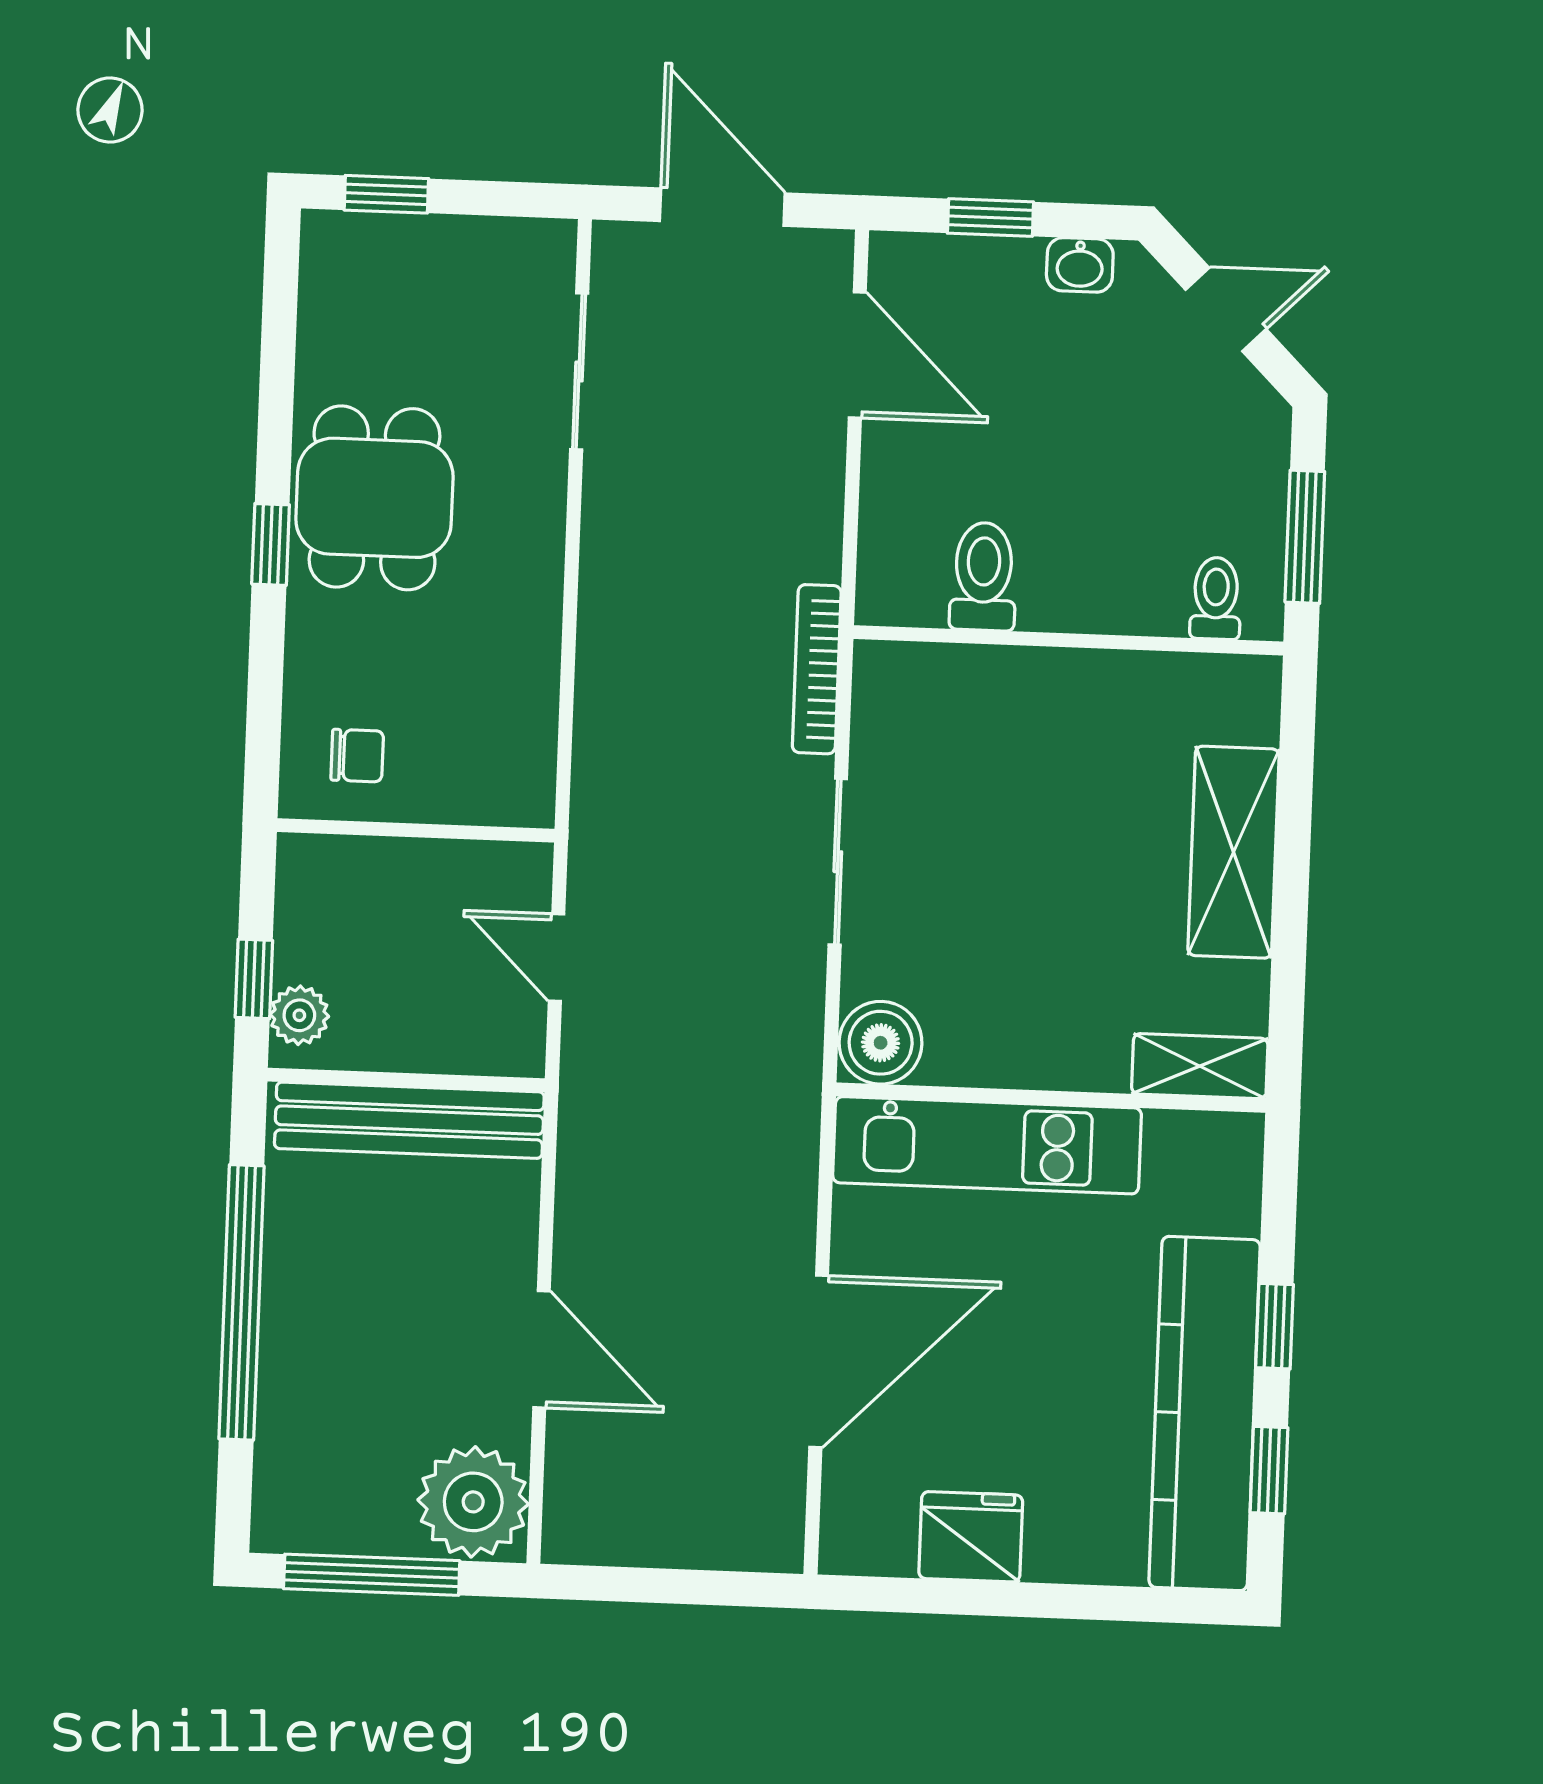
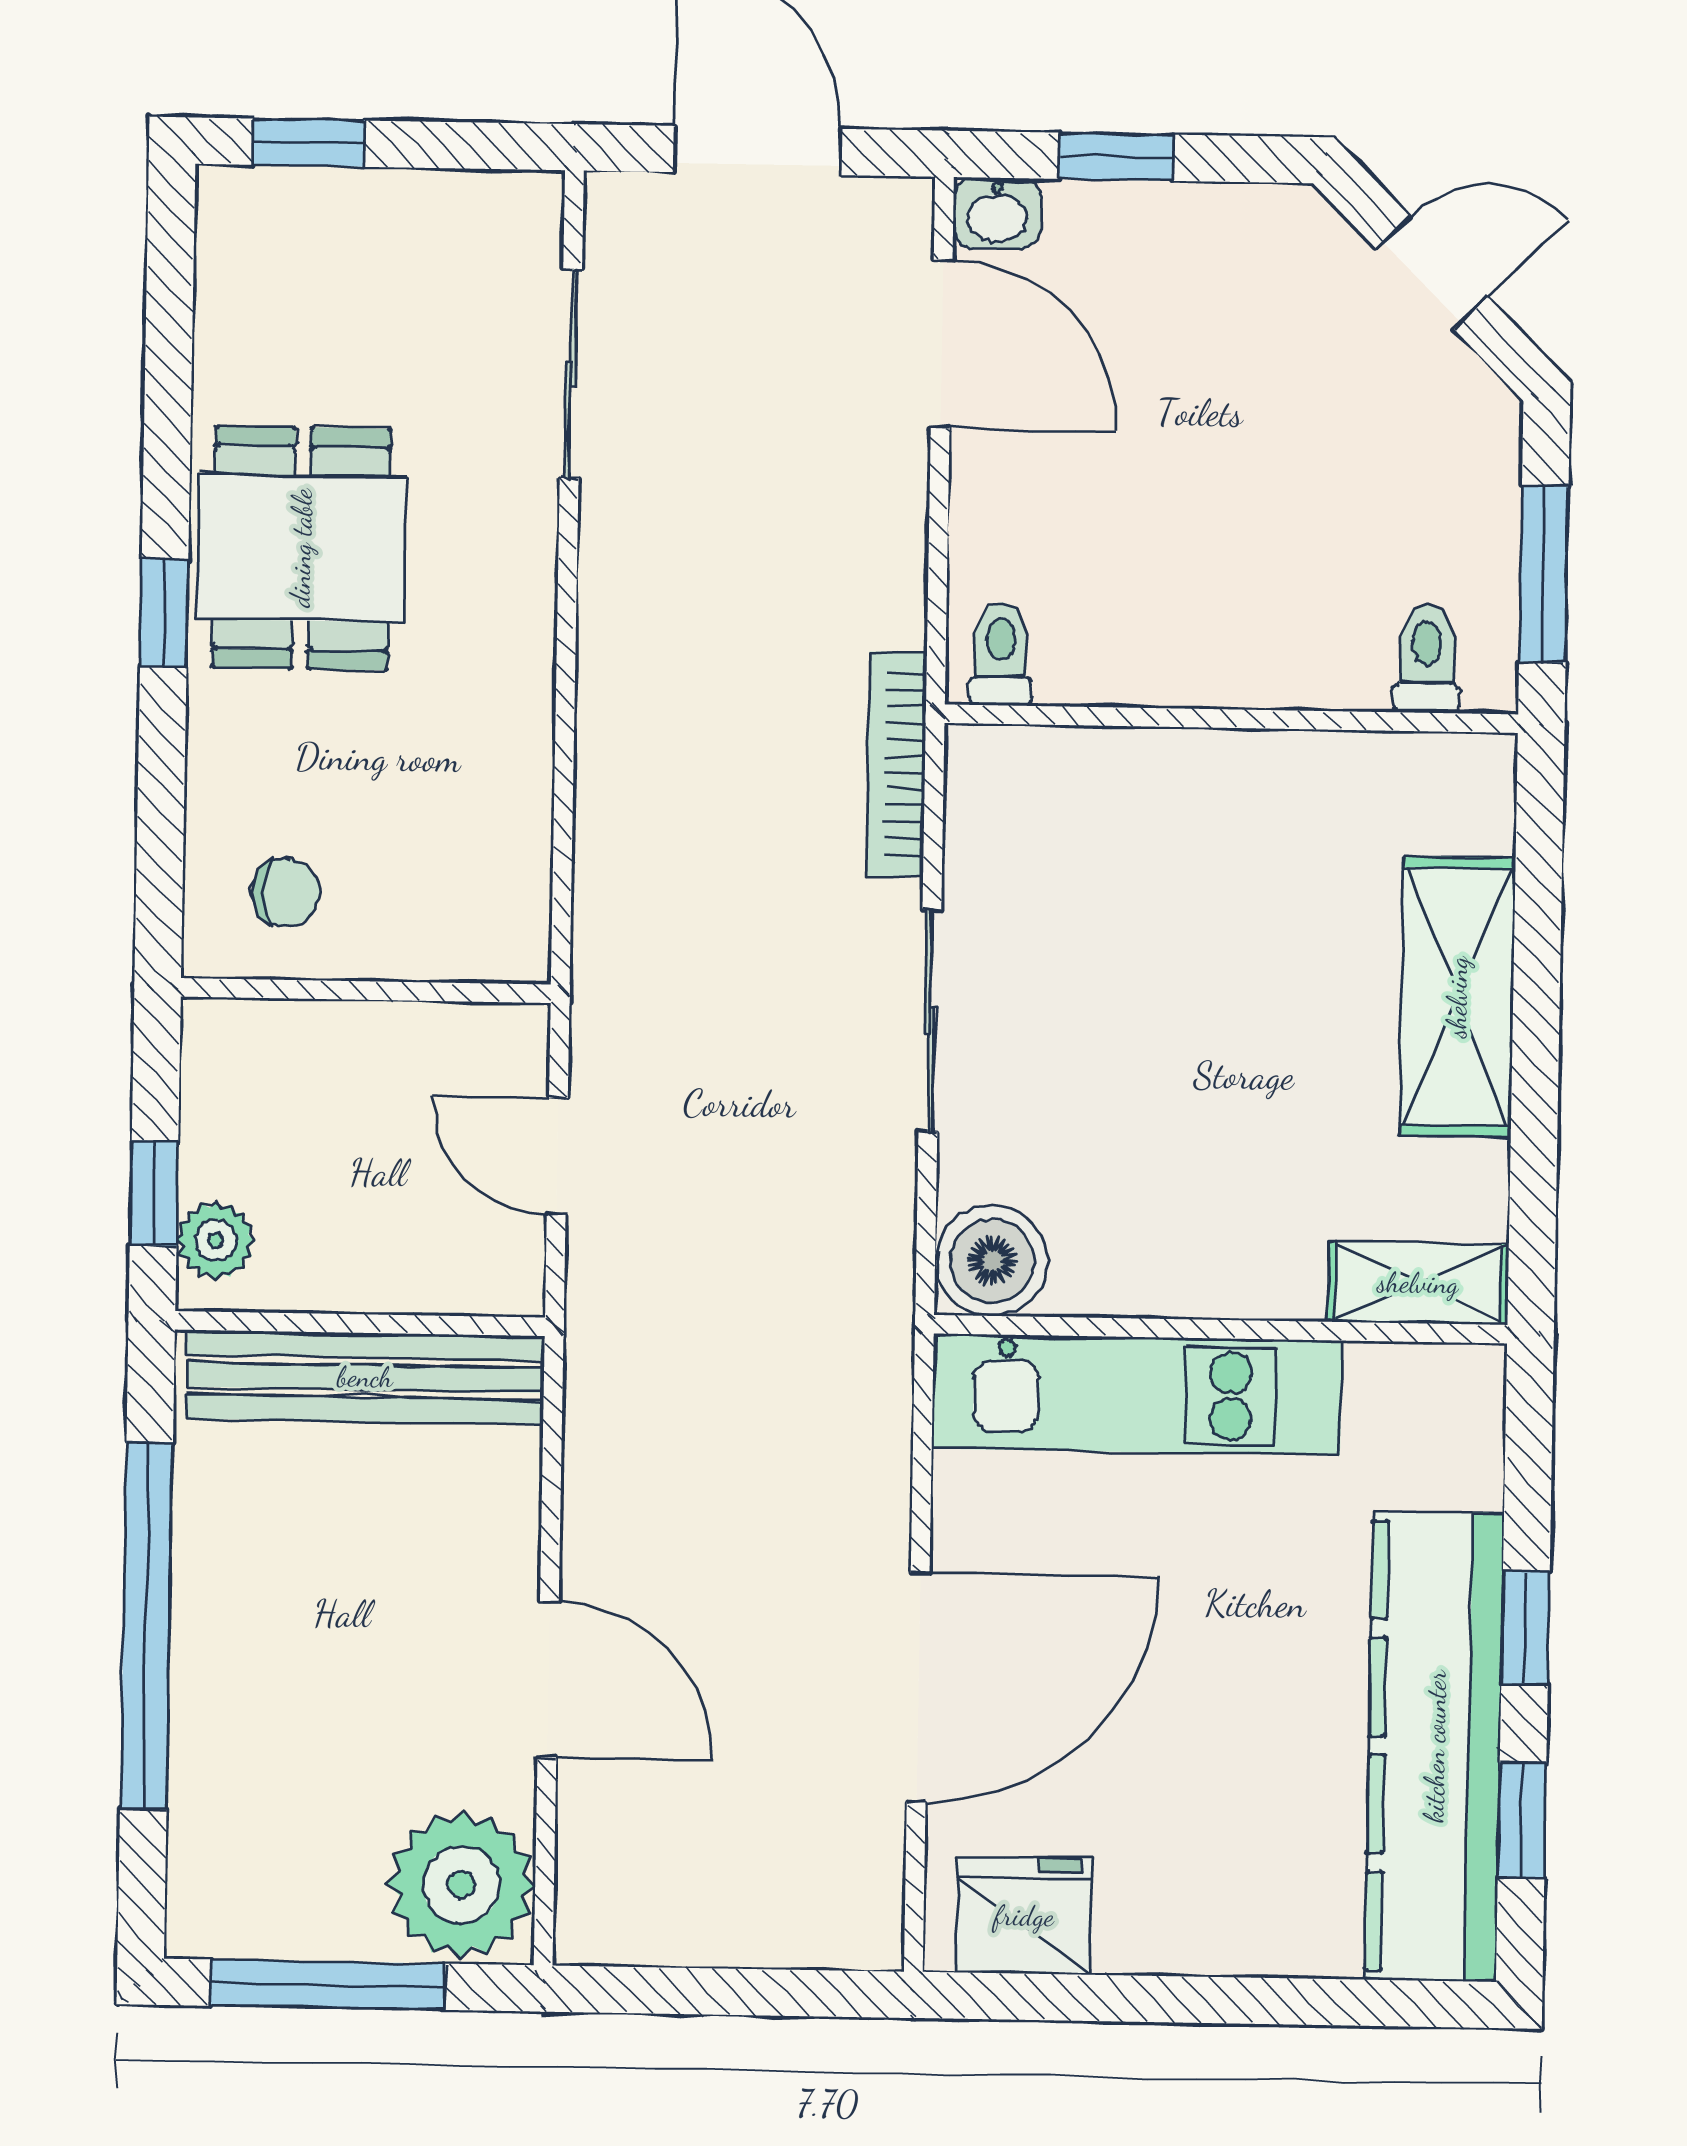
washbasin: (1080, 265) -> (997, 213), moved
toilet: (983, 576) -> (1001, 654), moved, width x0.73, depth x0.72
fridge: (971, 1537) -> (1024, 1916), moved

